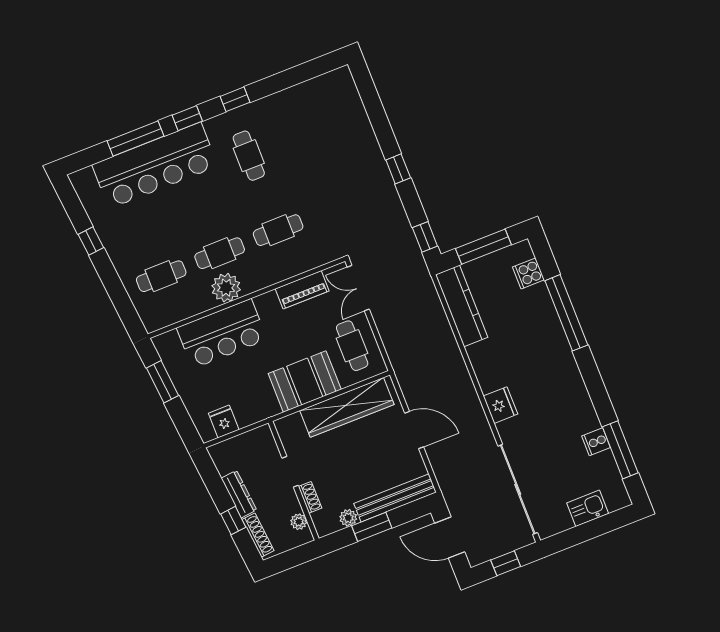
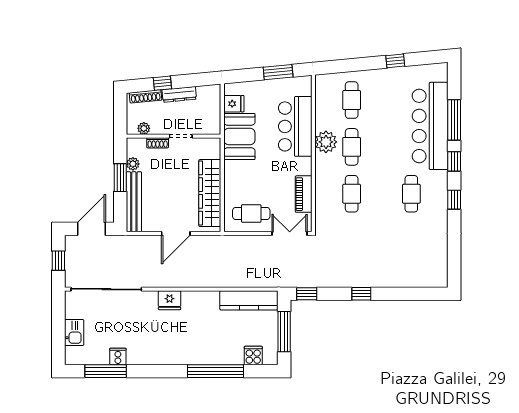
cafe table: (249, 156) -> (411, 194), turned 90
booth: (305, 382) -> (239, 137), moved

